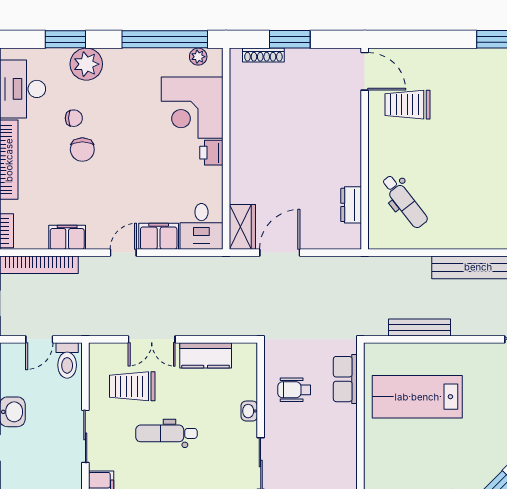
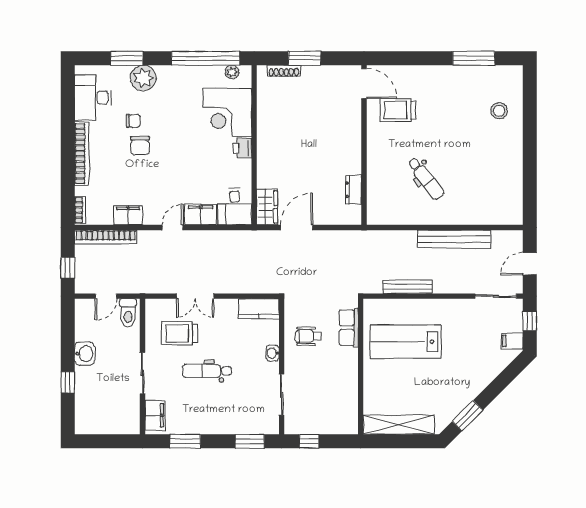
dental chair: (405, 201) -> (426, 179), moved
kitchen counter: (206, 355) -> (259, 309), moved

